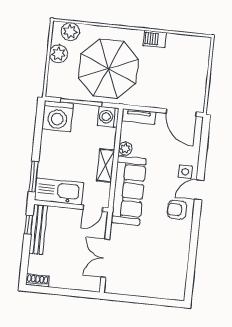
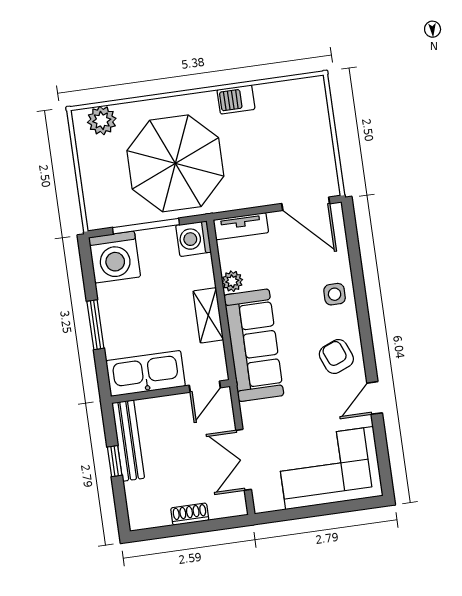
plant: (58, 54) -> (92, 159), removed
window: (34, 177) -> (95, 325), moved
door: (199, 190) -> (375, 398), moved
armchair: (177, 210) -> (336, 357), turned 68
window: (29, 225) -> (115, 461), moved
corner sofa: (156, 276) -> (330, 468), added
shoe rack: (37, 280) -> (190, 514), moved

